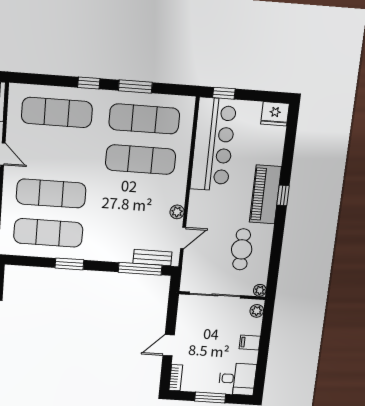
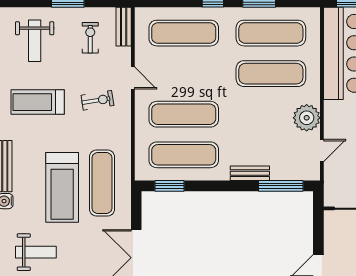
plant: (177, 212) -> (307, 118), width x1.88, depth x1.88
bench: (152, 258) -> (250, 173), moved
window: (69, 264) -> (169, 186), moved

